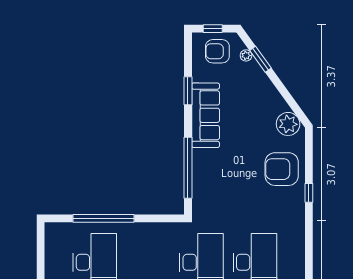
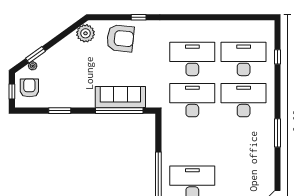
armchair: (217, 51) -> (29, 88), turned 180
sofa: (206, 115) -> (120, 97), moved
armchair: (282, 169) -> (120, 38), turned -84

